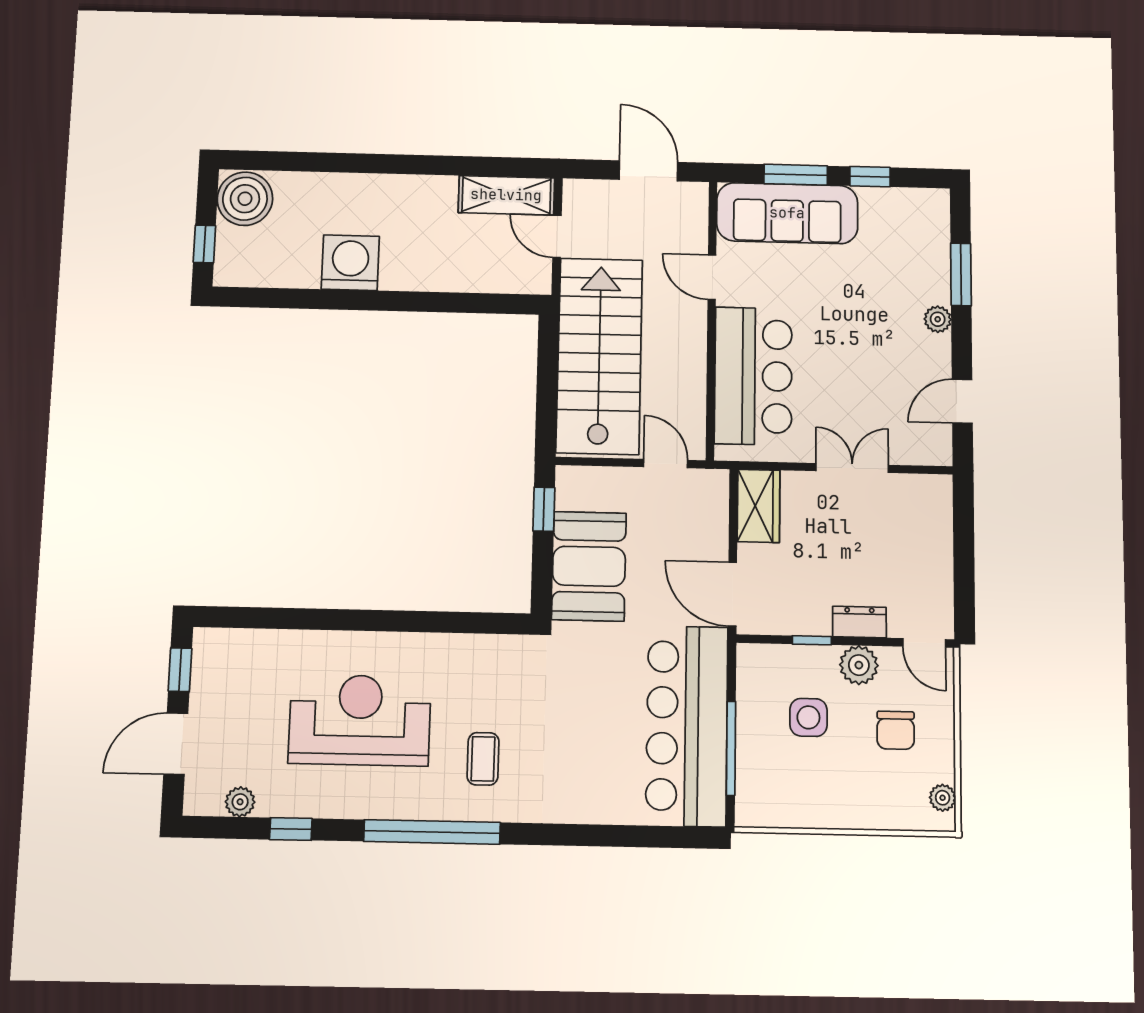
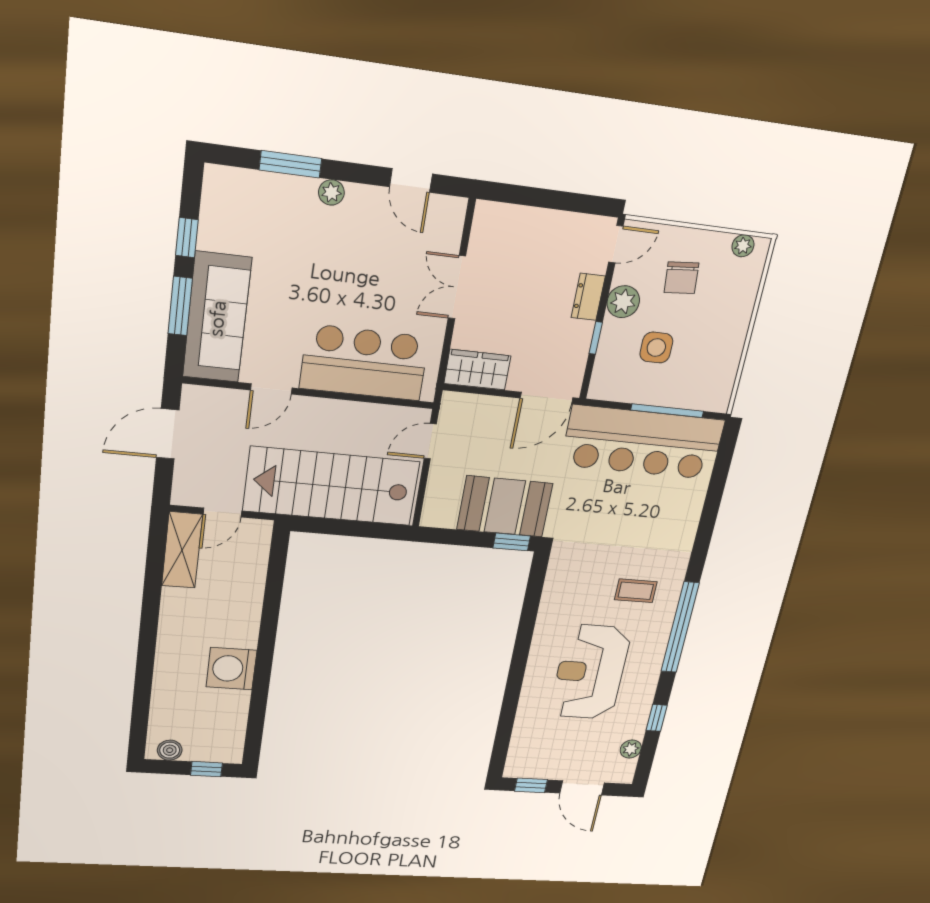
boiler: (245, 199) -> (170, 750), width x0.54, depth x0.54
window: (544, 509) -> (512, 542), moved
chair: (896, 730) -> (681, 278), turned 85

